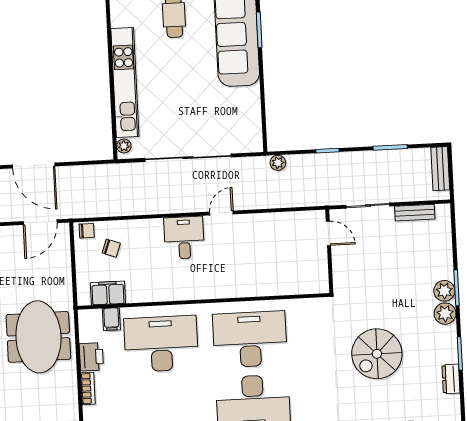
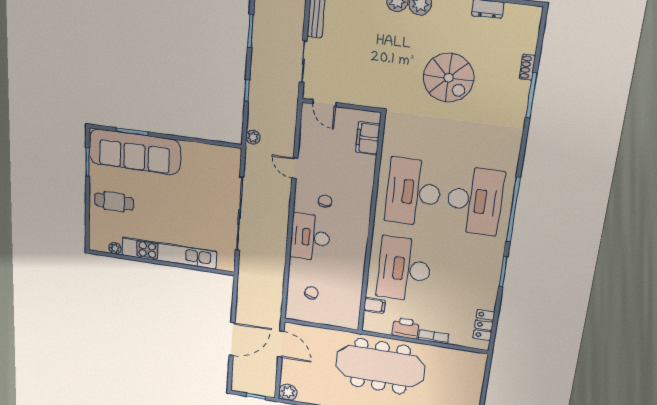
plant: (124, 146) -> (115, 248), moved
door: (221, 213) -> (295, 168), moved
chair: (87, 231) -> (325, 201), moved
door: (328, 233) -> (324, 103), swing flipped
desk: (184, 238) -> (310, 237), width x1.37
filing cabinet: (108, 293) -> (368, 138), moved
meeting table: (38, 337) -> (380, 366), width x1.36

